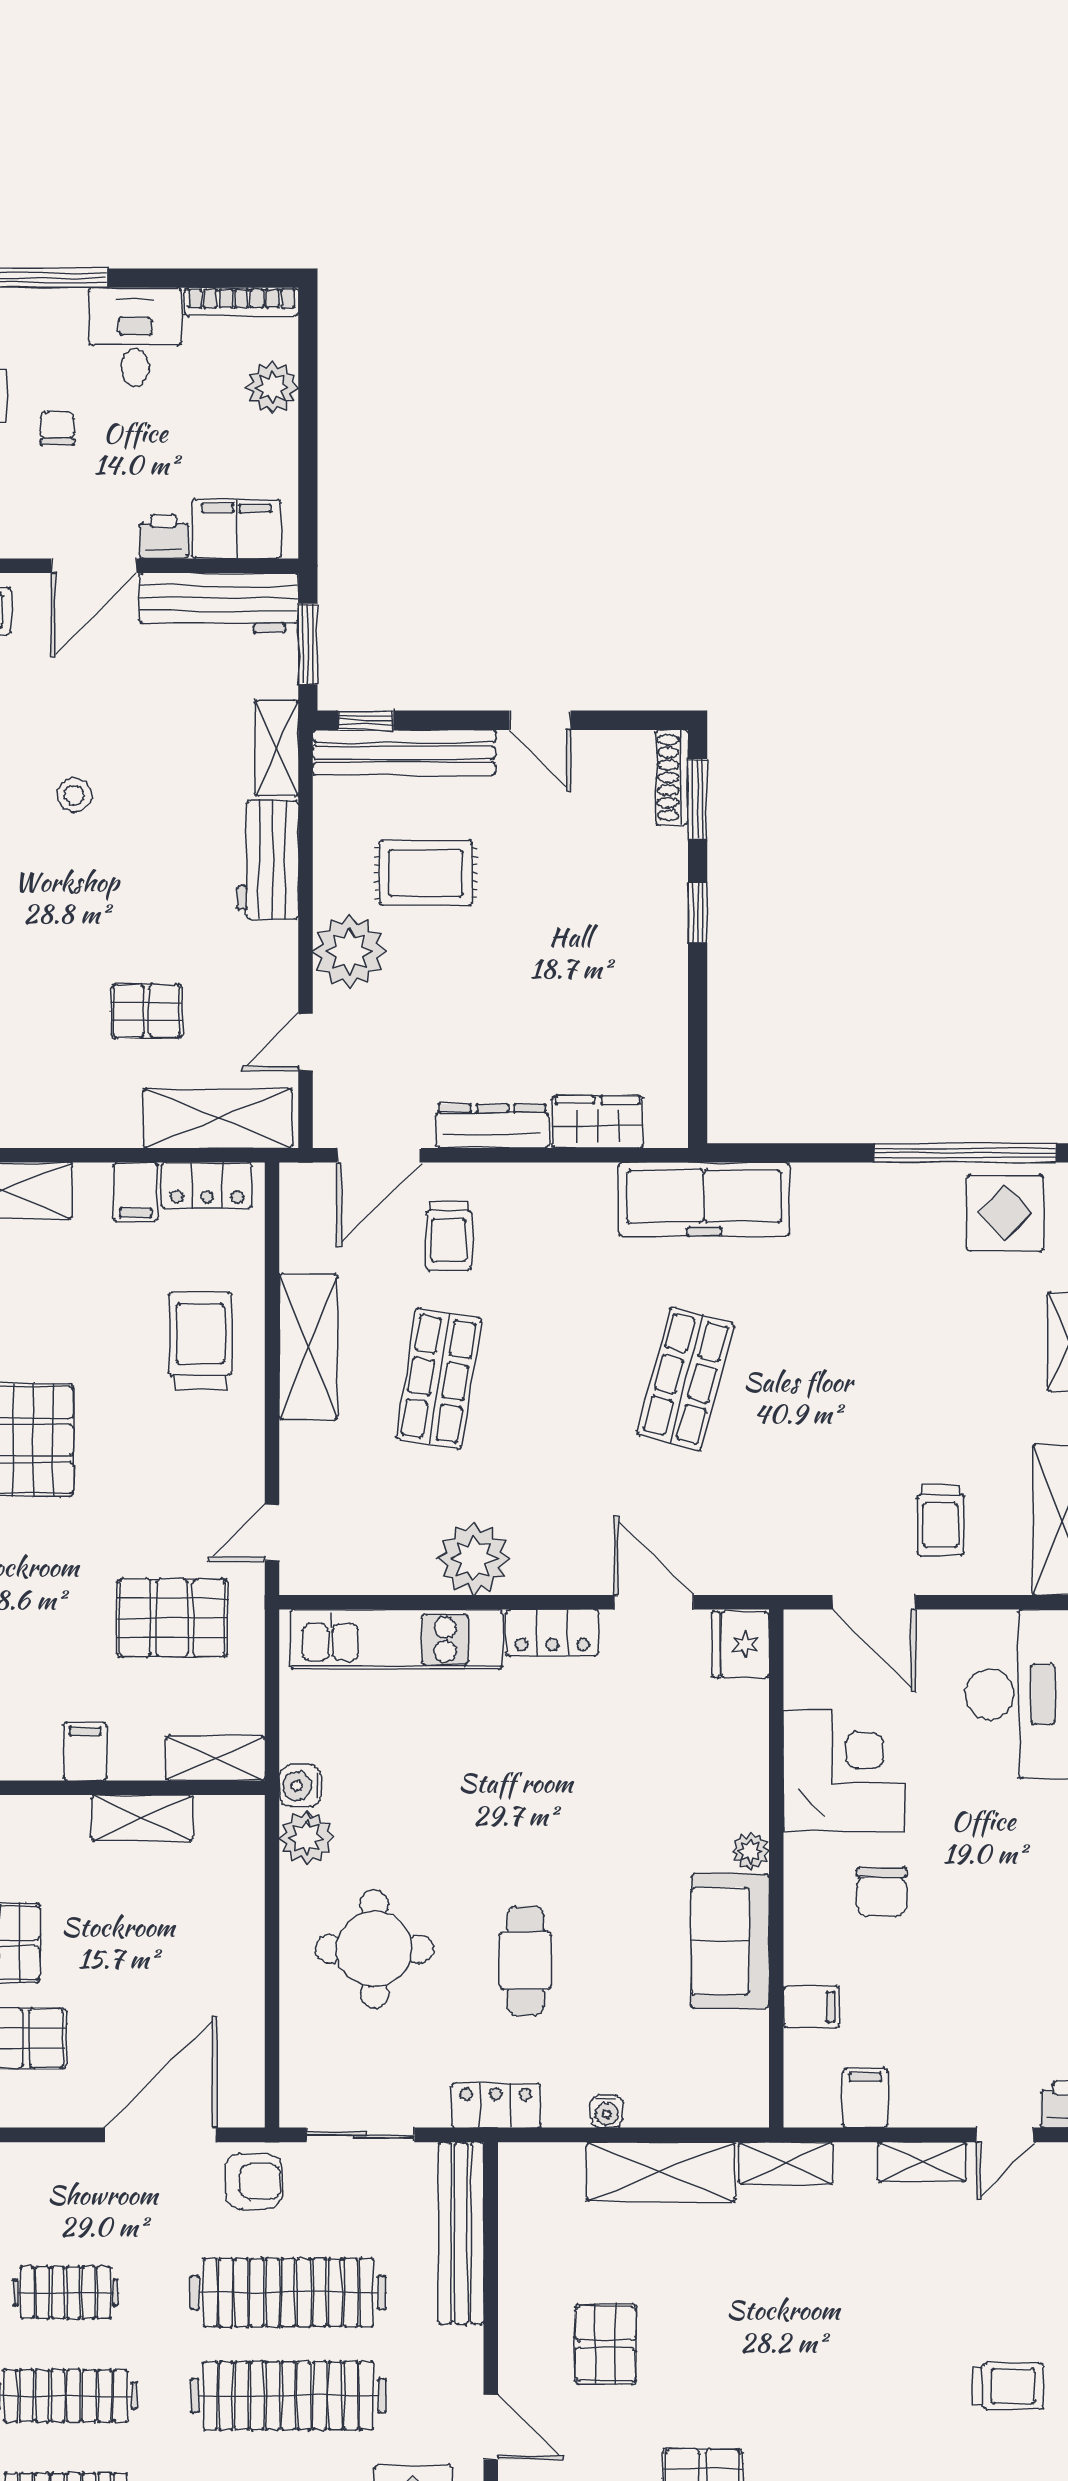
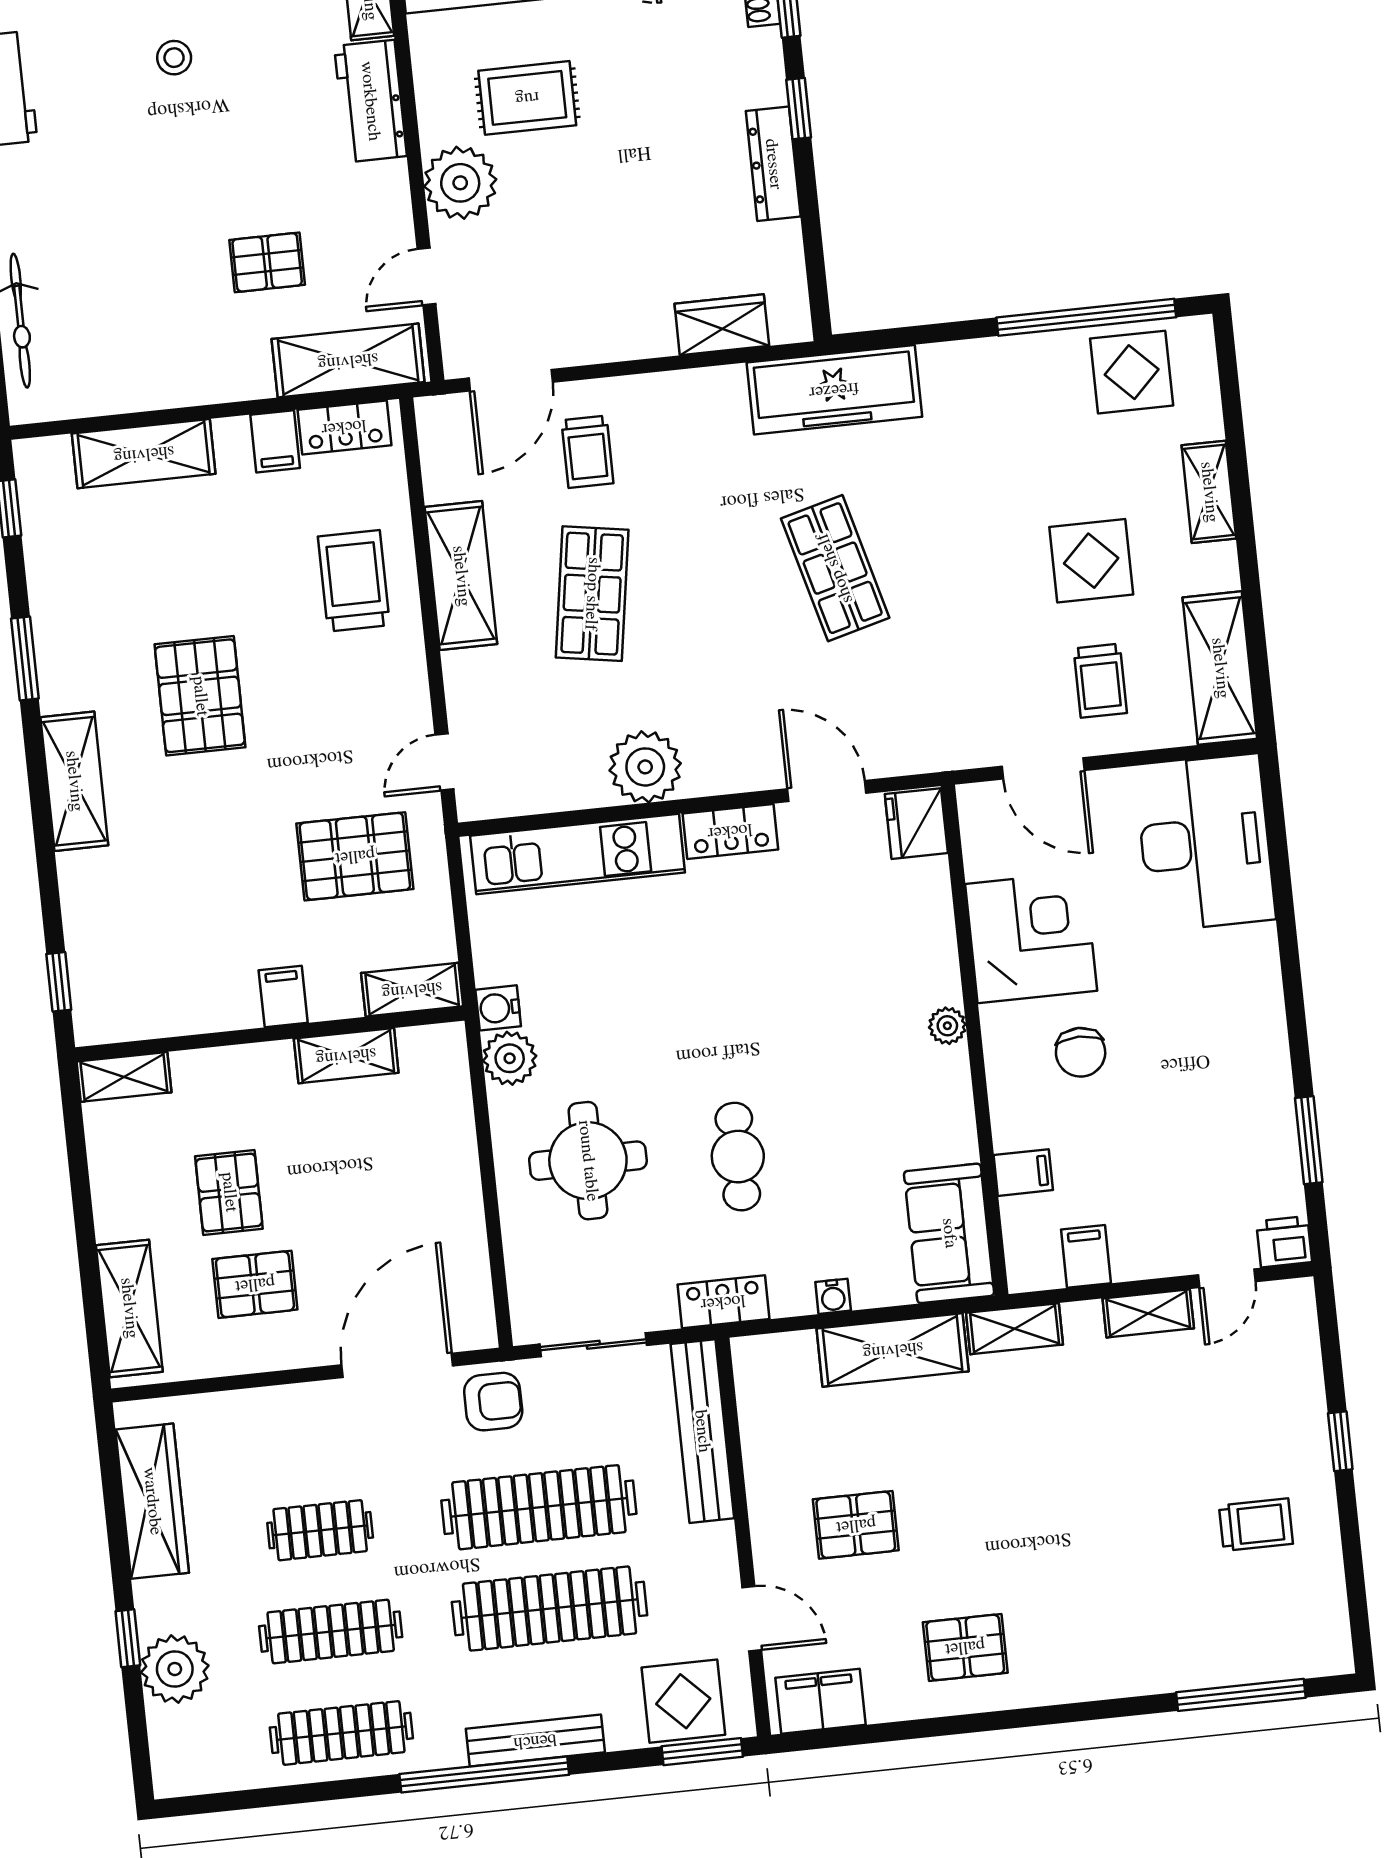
dresser: (492, 1126) -> (773, 164), moved, turned -90
shop shelf: (686, 1379) -> (835, 568), turned -30
display table: (944, 1398) -> (1091, 561), added
sofa: (730, 1941) -> (949, 1233), moved
pallet: (605, 2344) -> (856, 1525), turned 90

